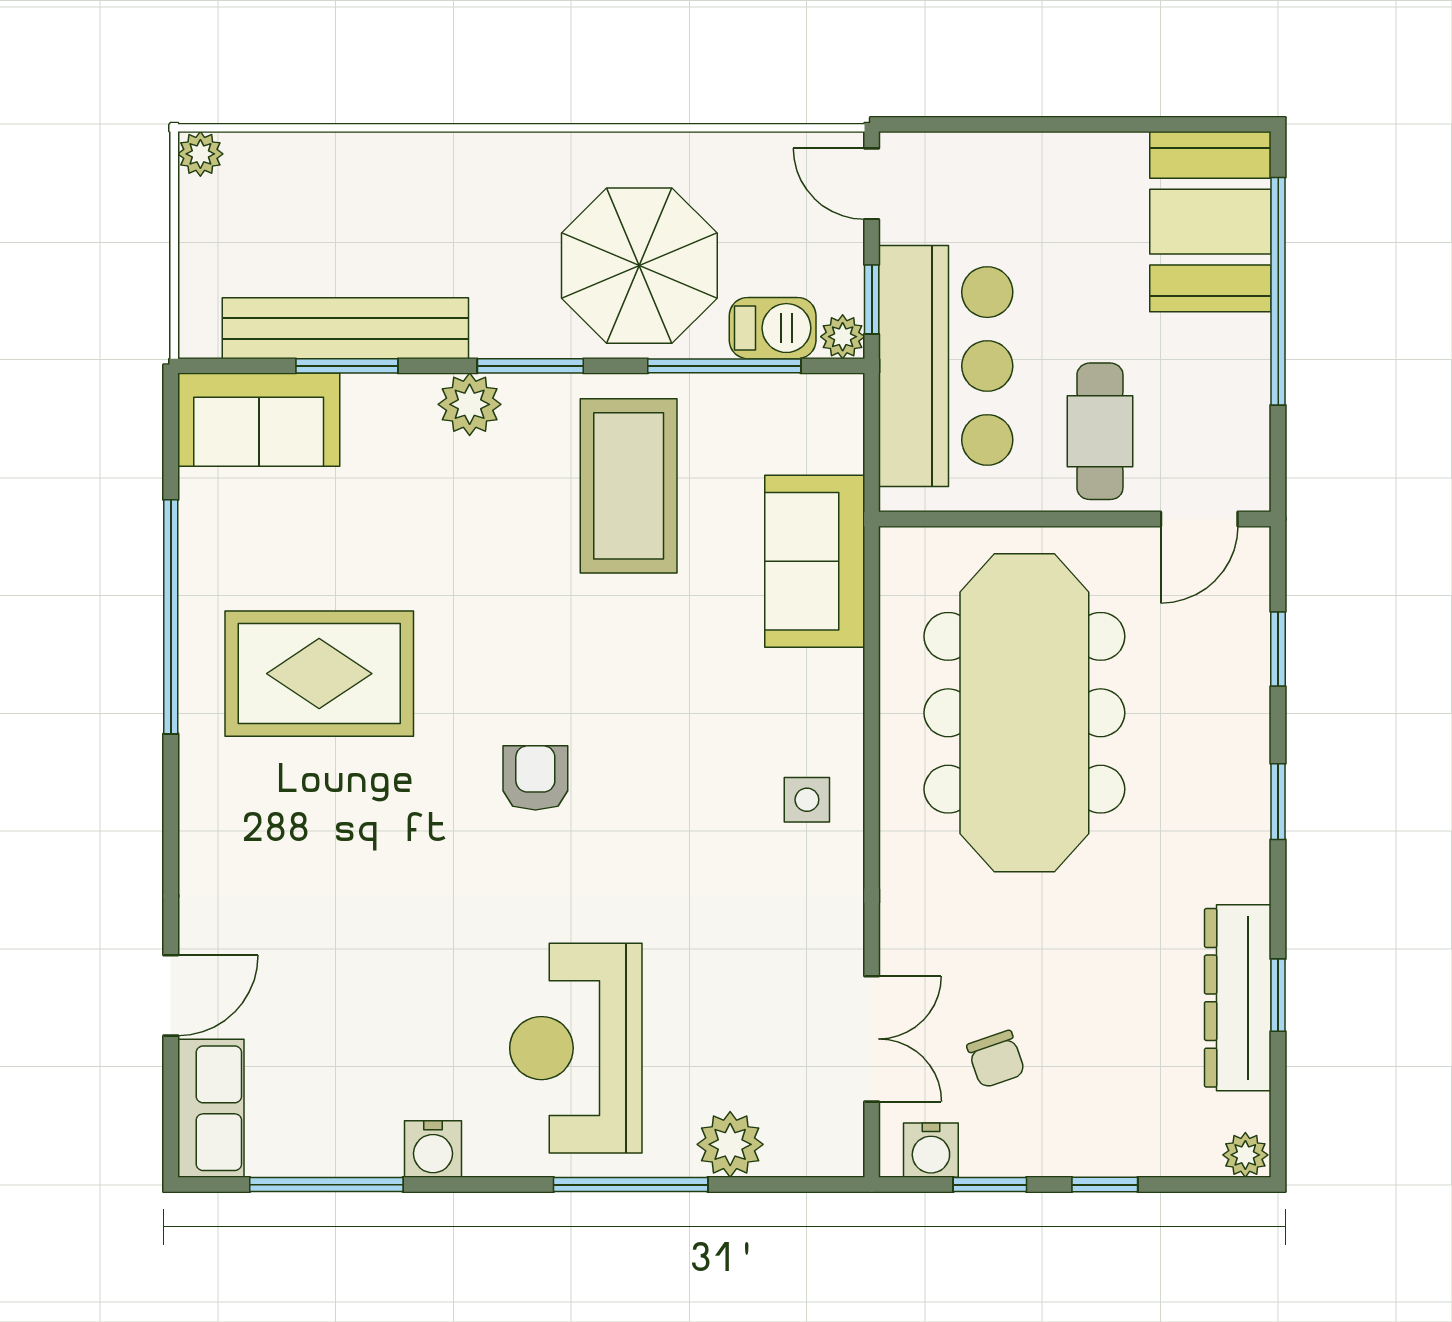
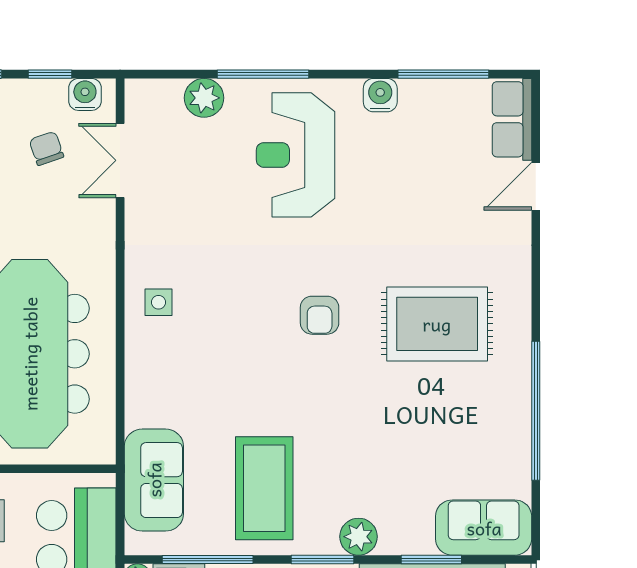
sofa: (815, 561) -> (154, 480), moved
rug: (319, 674) -> (437, 324), moved
reception desk: (576, 1048) -> (296, 155), turned 180

